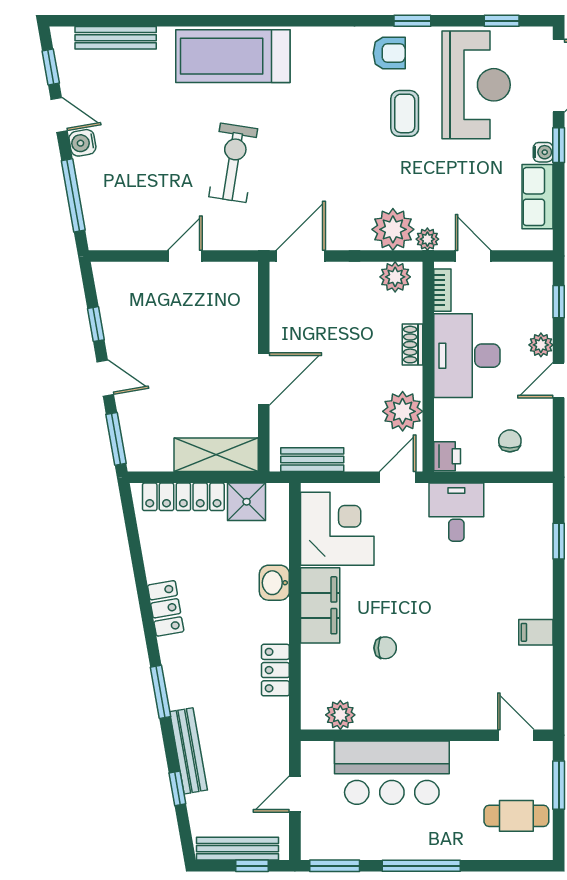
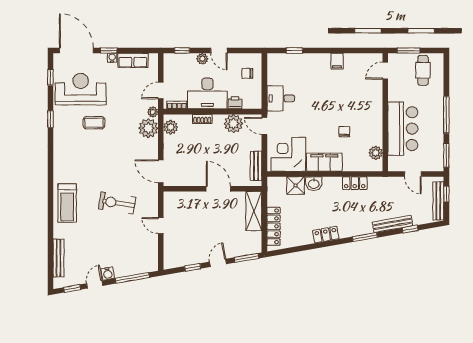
armchair: (389, 53) -> (66, 130), removed
treadmill: (233, 56) -> (67, 203), width x0.73, depth x0.73
printer: (447, 456) -> (235, 103), moved
shower: (247, 502) -> (296, 186), moved

